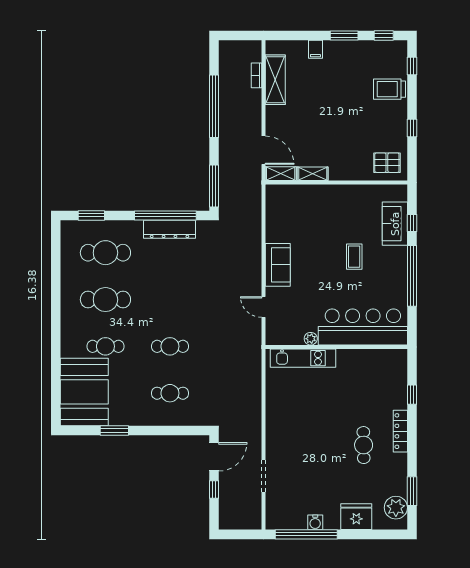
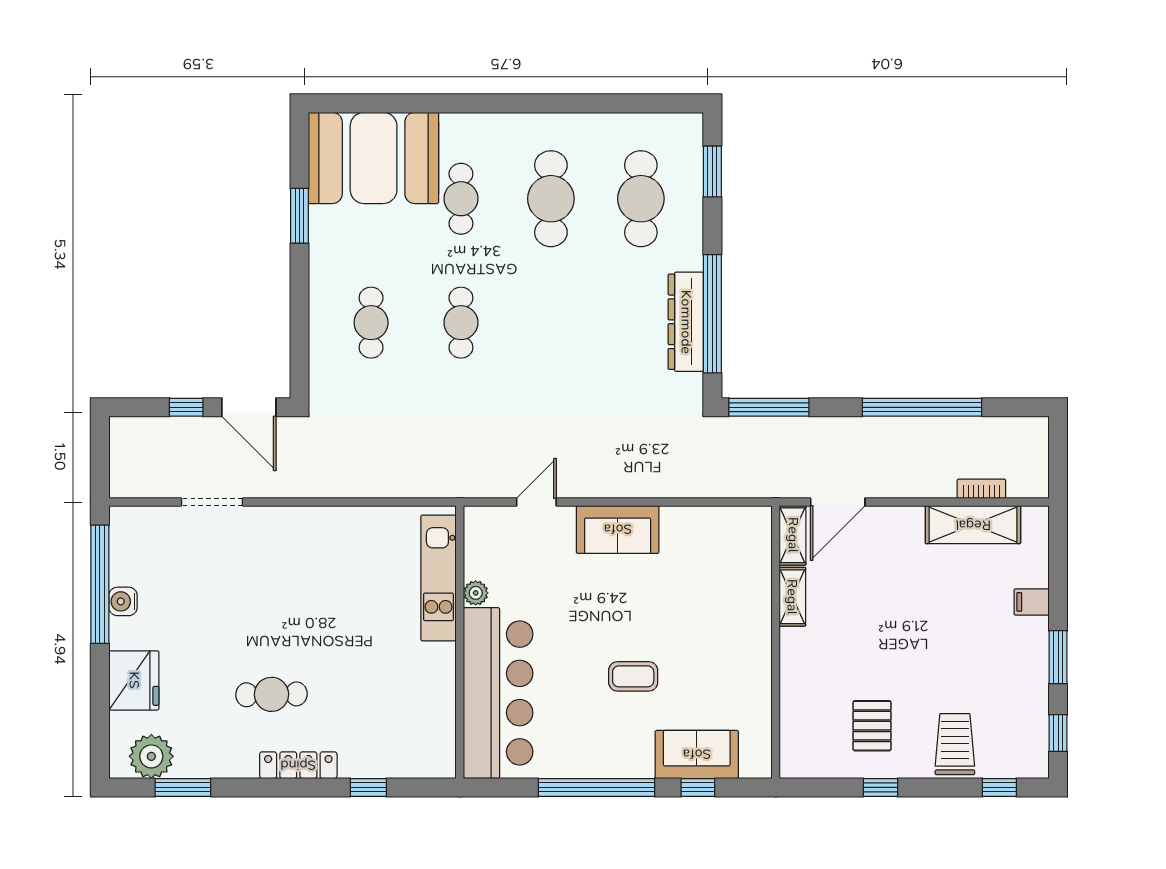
pallet: (387, 163) -> (872, 726), moved

